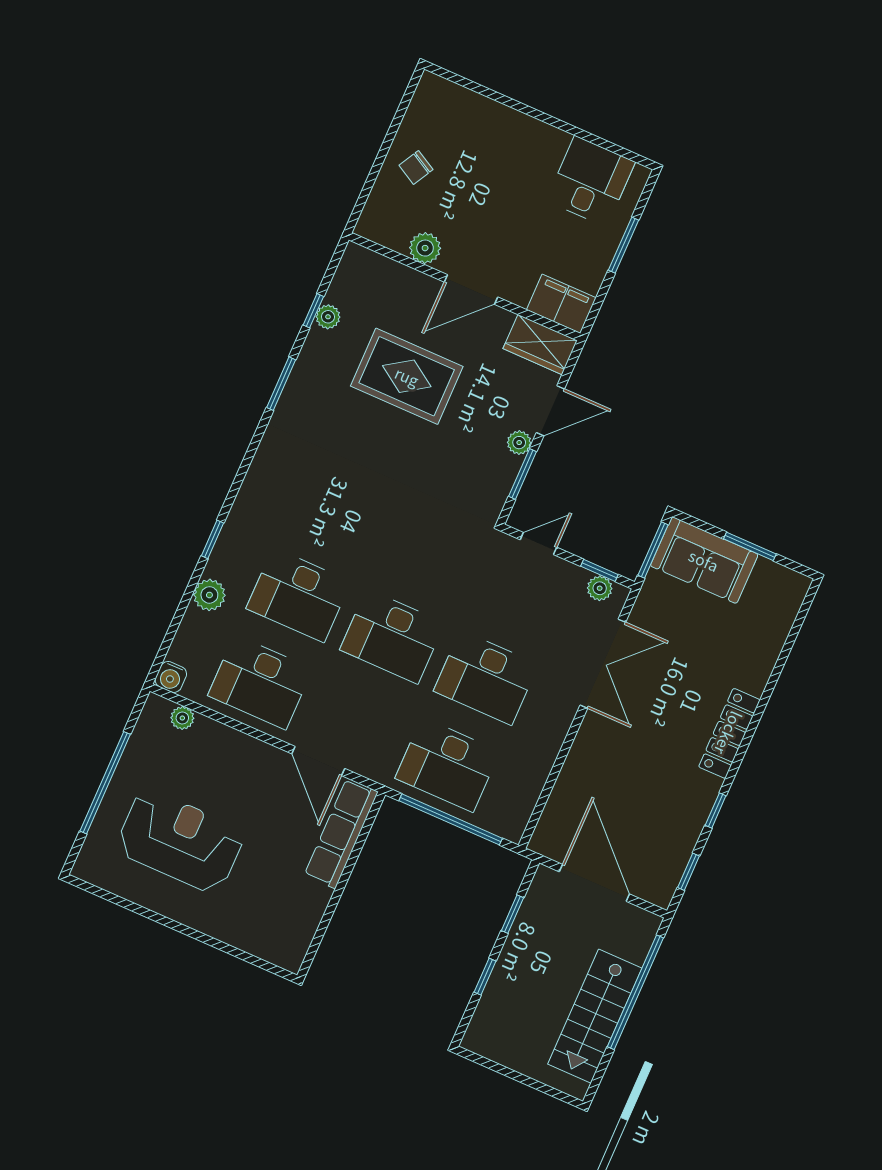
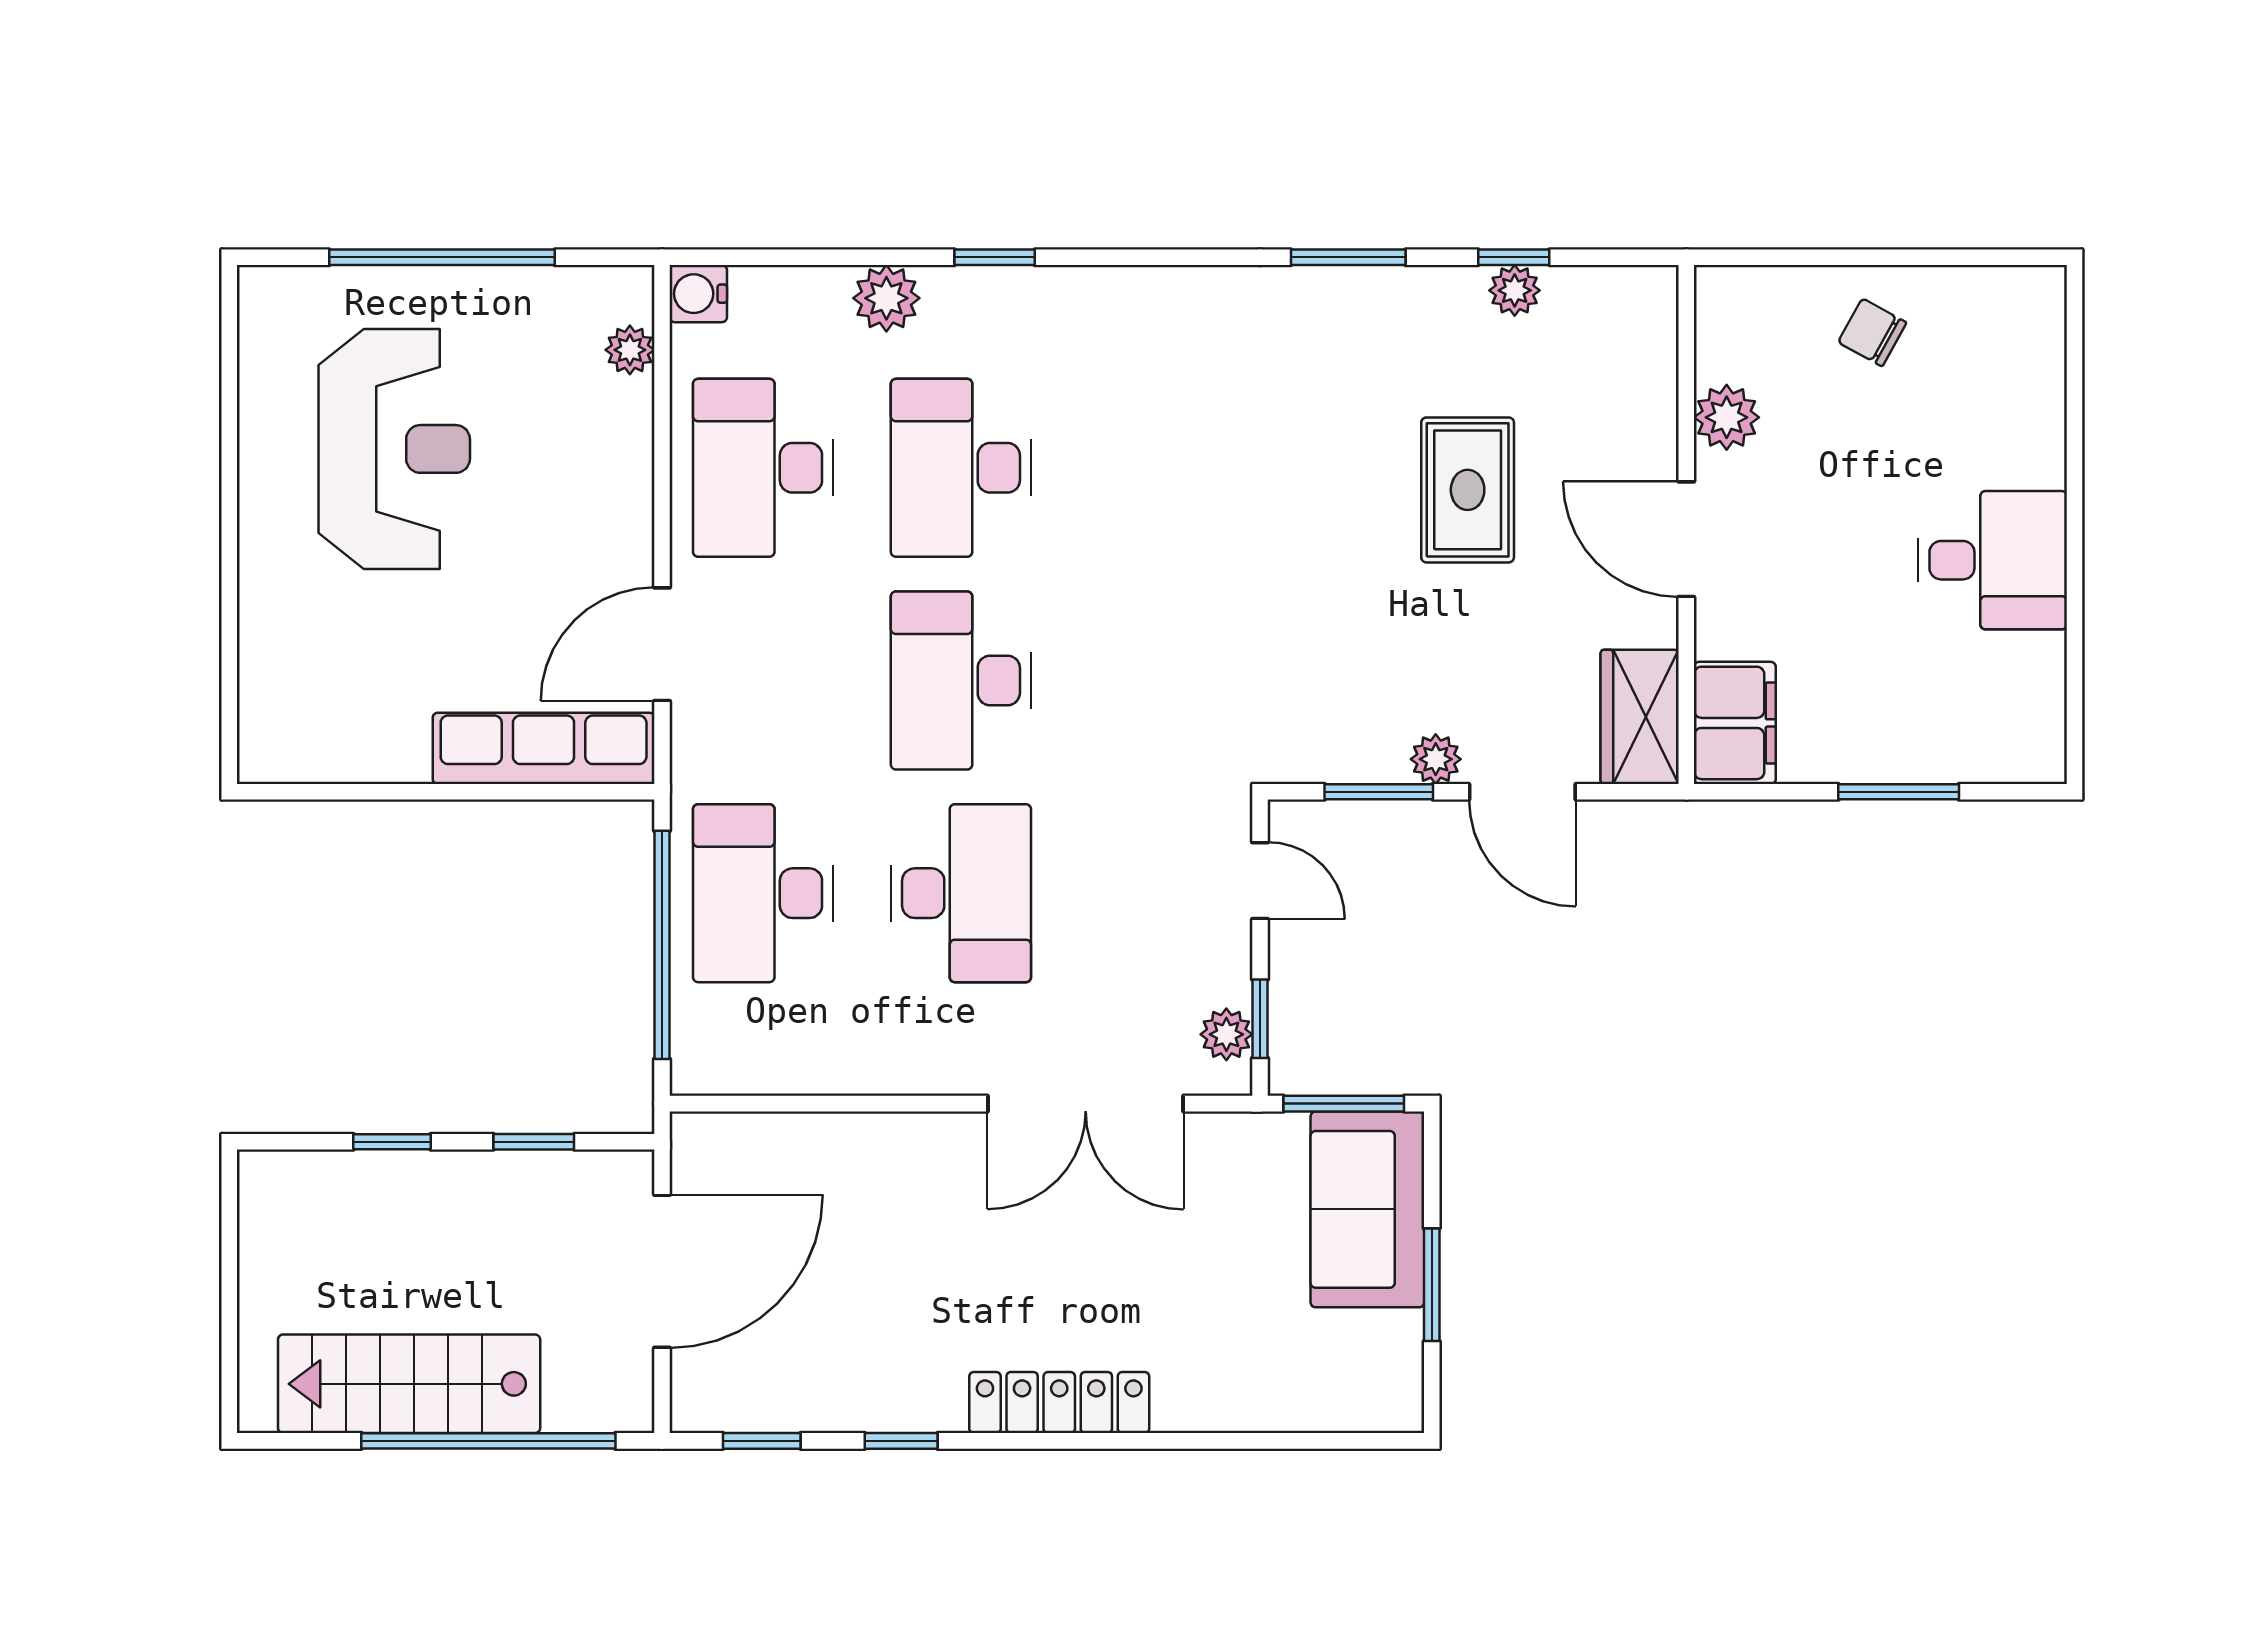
desk: (591, 181) -> (1992, 560), moved
rug: (407, 376) -> (1468, 490), width x0.73, depth x0.70
desk: (486, 678) -> (961, 893), turned 180

